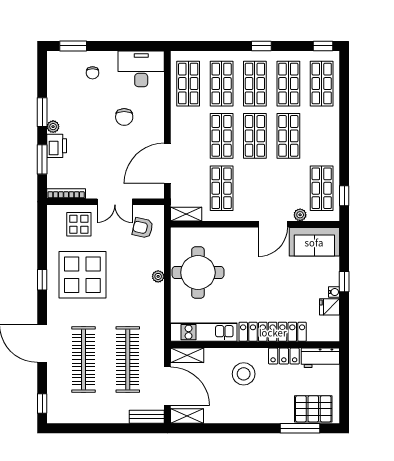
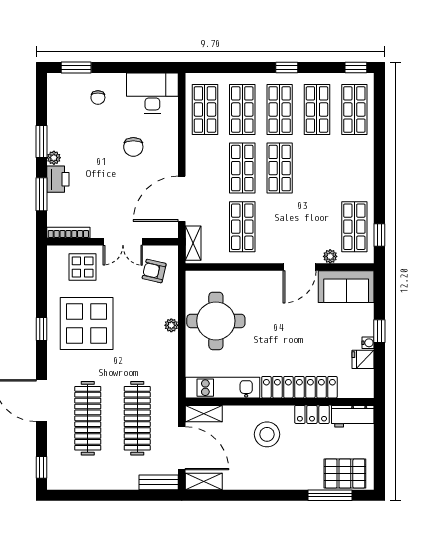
shop shelf: (288, 136) -> (317, 168), removed
shelving: (186, 214) -> (193, 243), moved, turned 90

